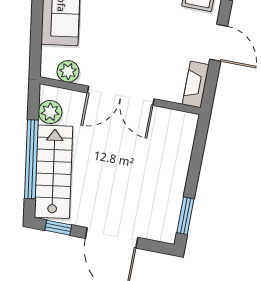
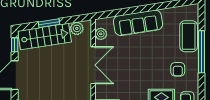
double door: (121, 96) -> (93, 65), swing flipped
window: (31, 159) -> (49, 23), width x0.47

